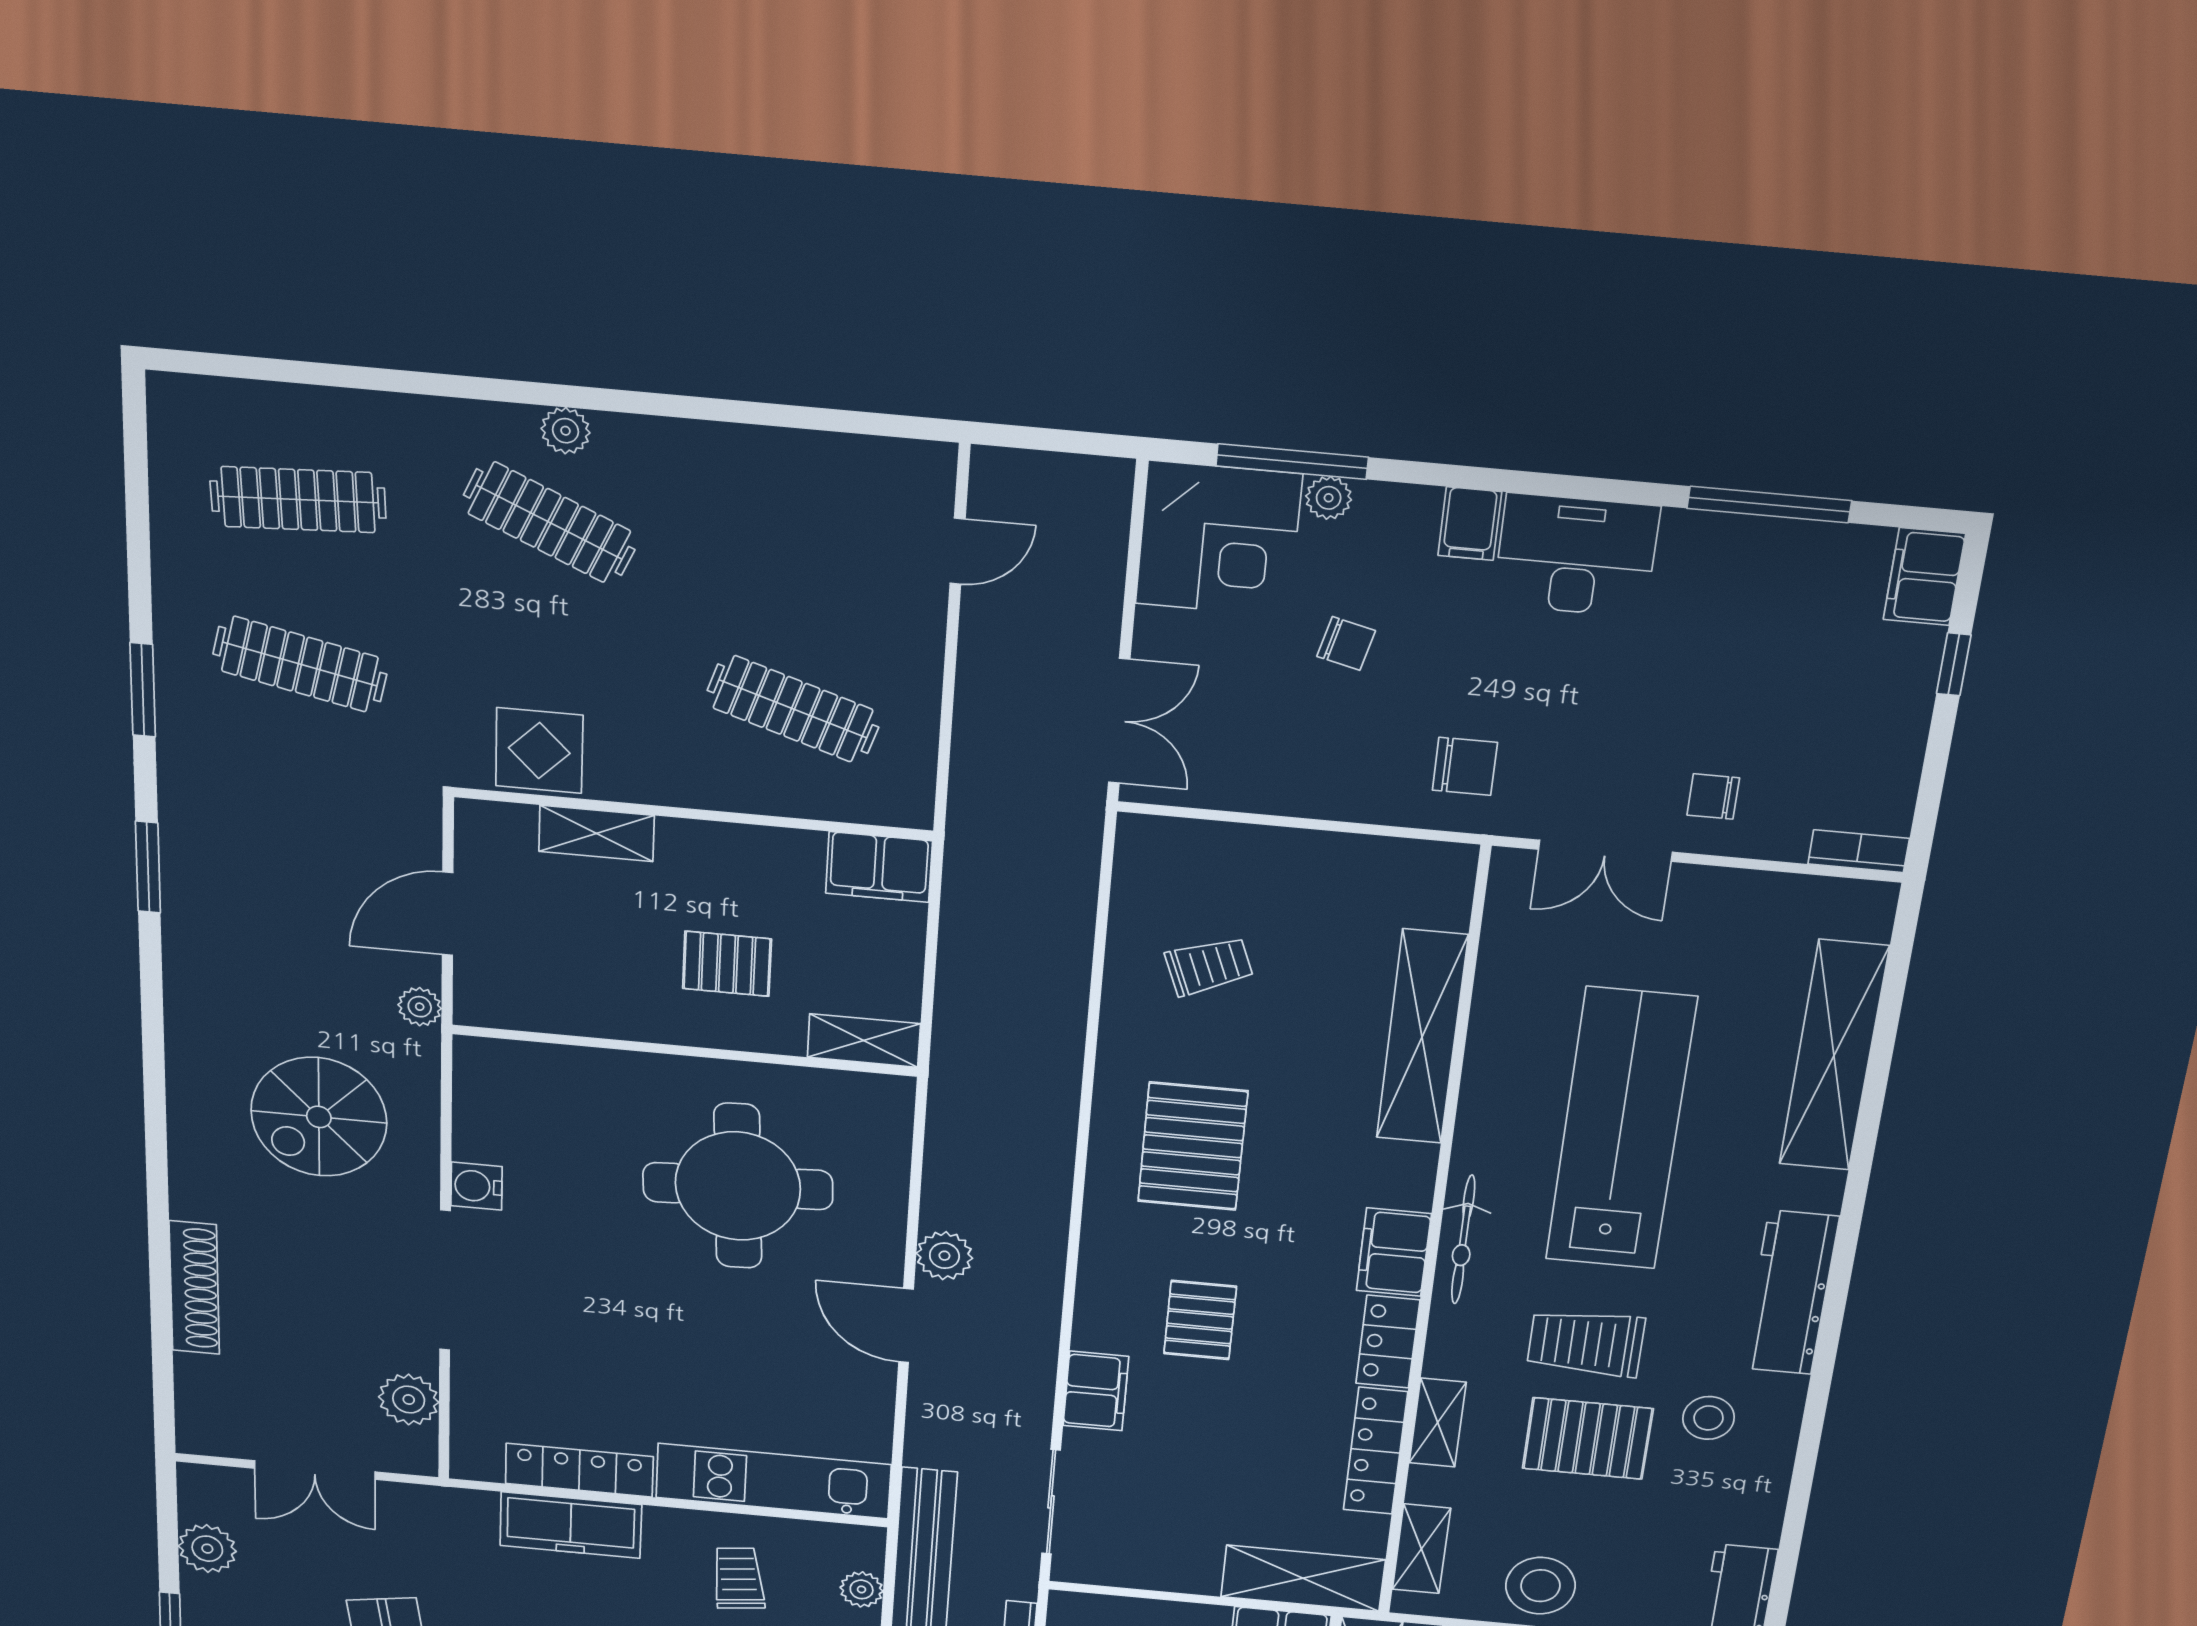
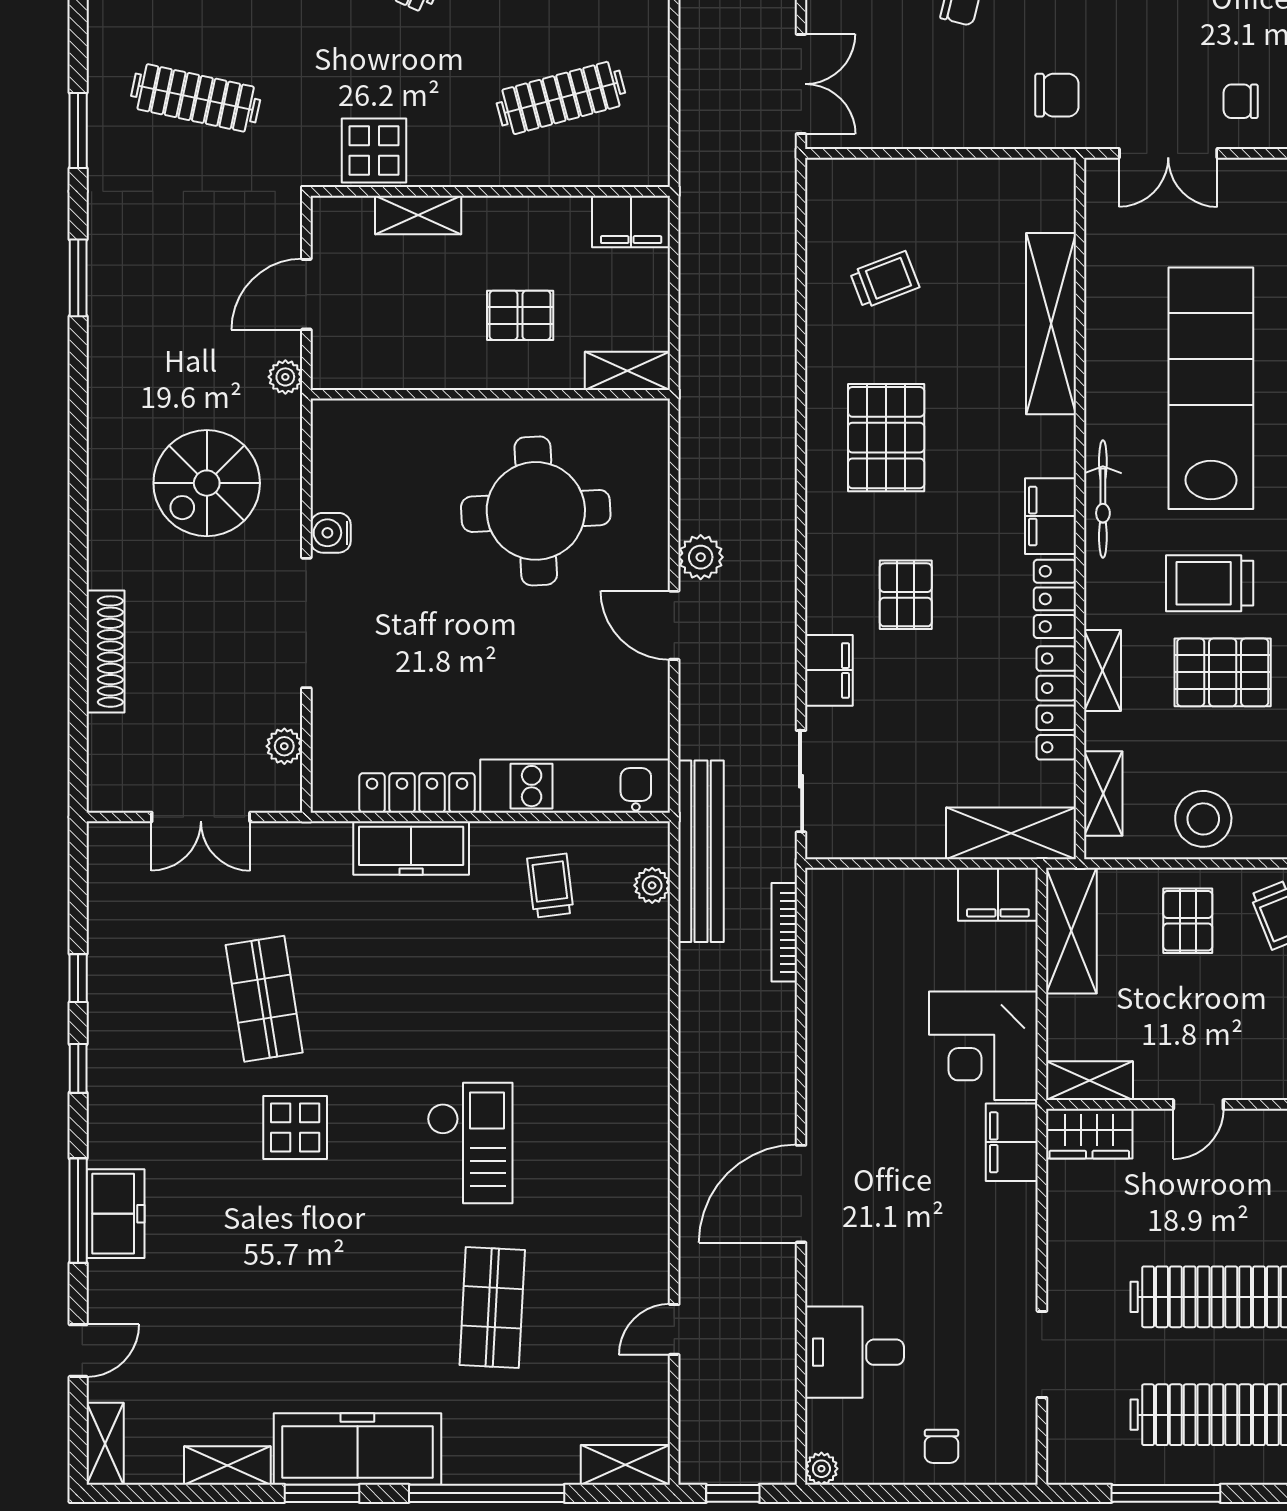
clothes rail: (793, 709) -> (561, 98), turned -33
plant: (409, 1400) -> (284, 746), width x0.73, depth x0.73
plant: (207, 1549) -> (111, 906), removed

